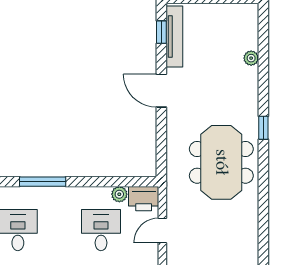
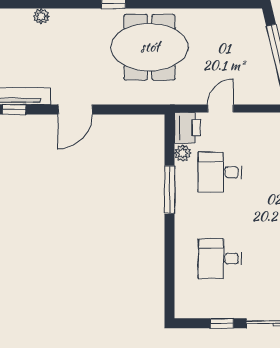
window: (43, 182) -> (170, 190), moved
door: (162, 231) -> (220, 109), swing flipped

